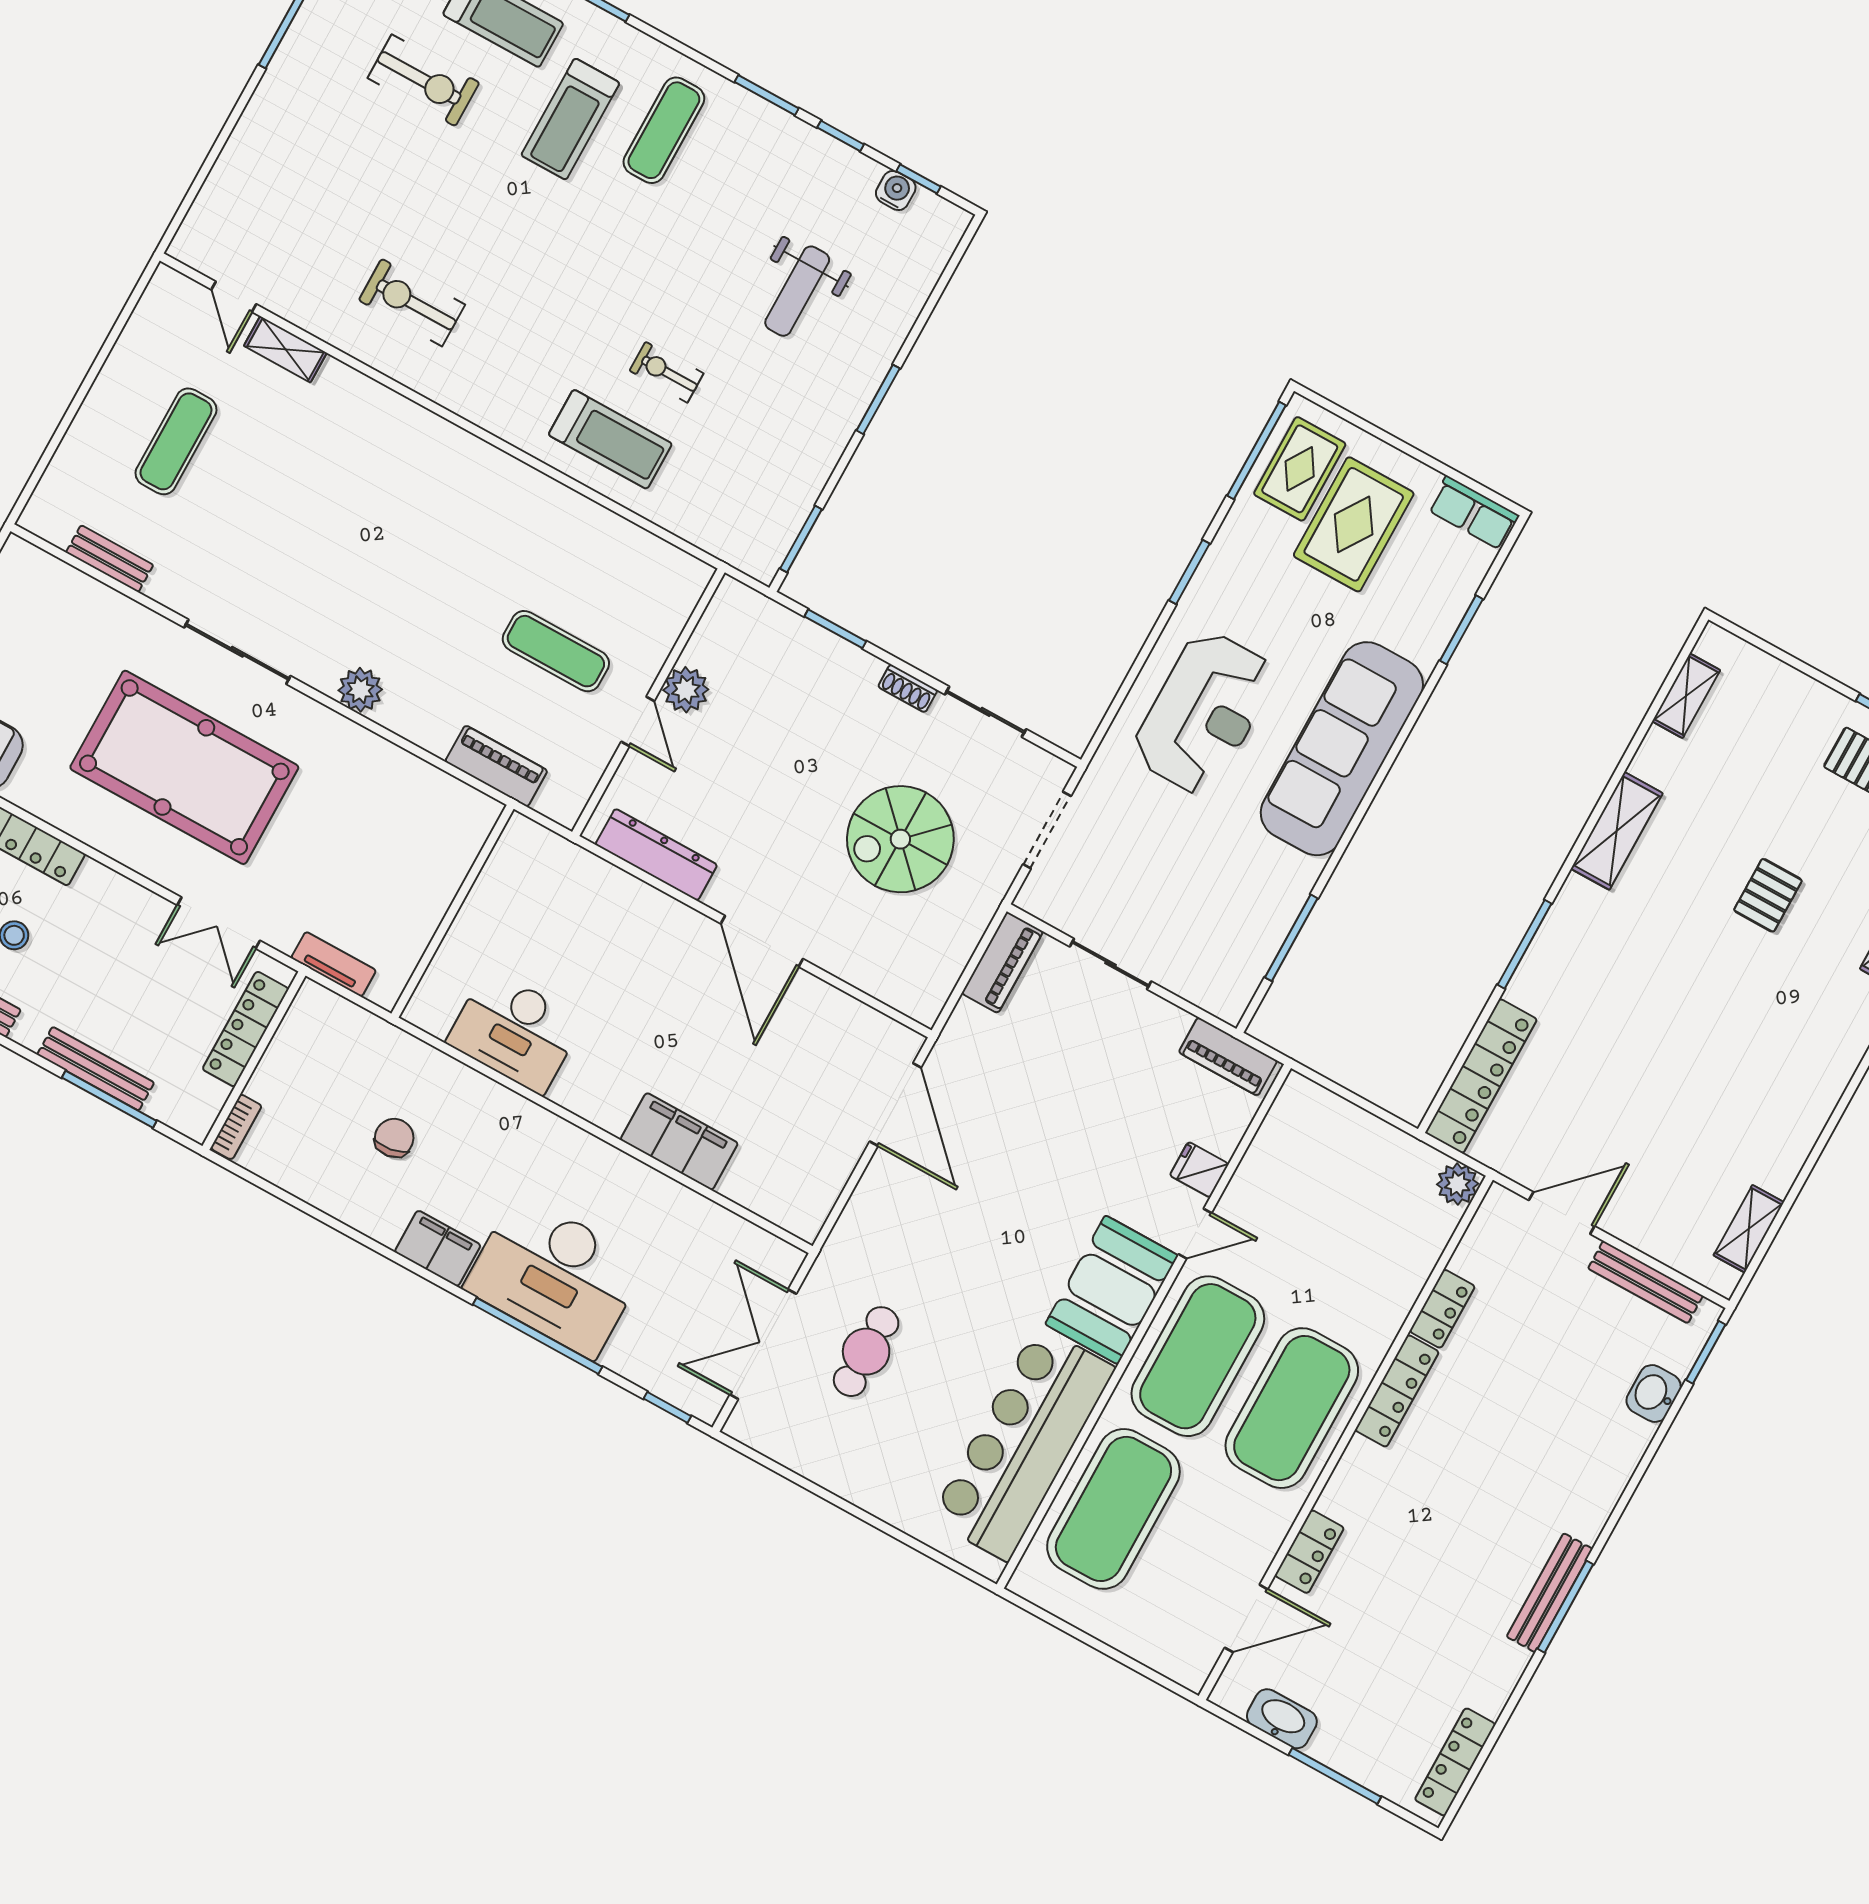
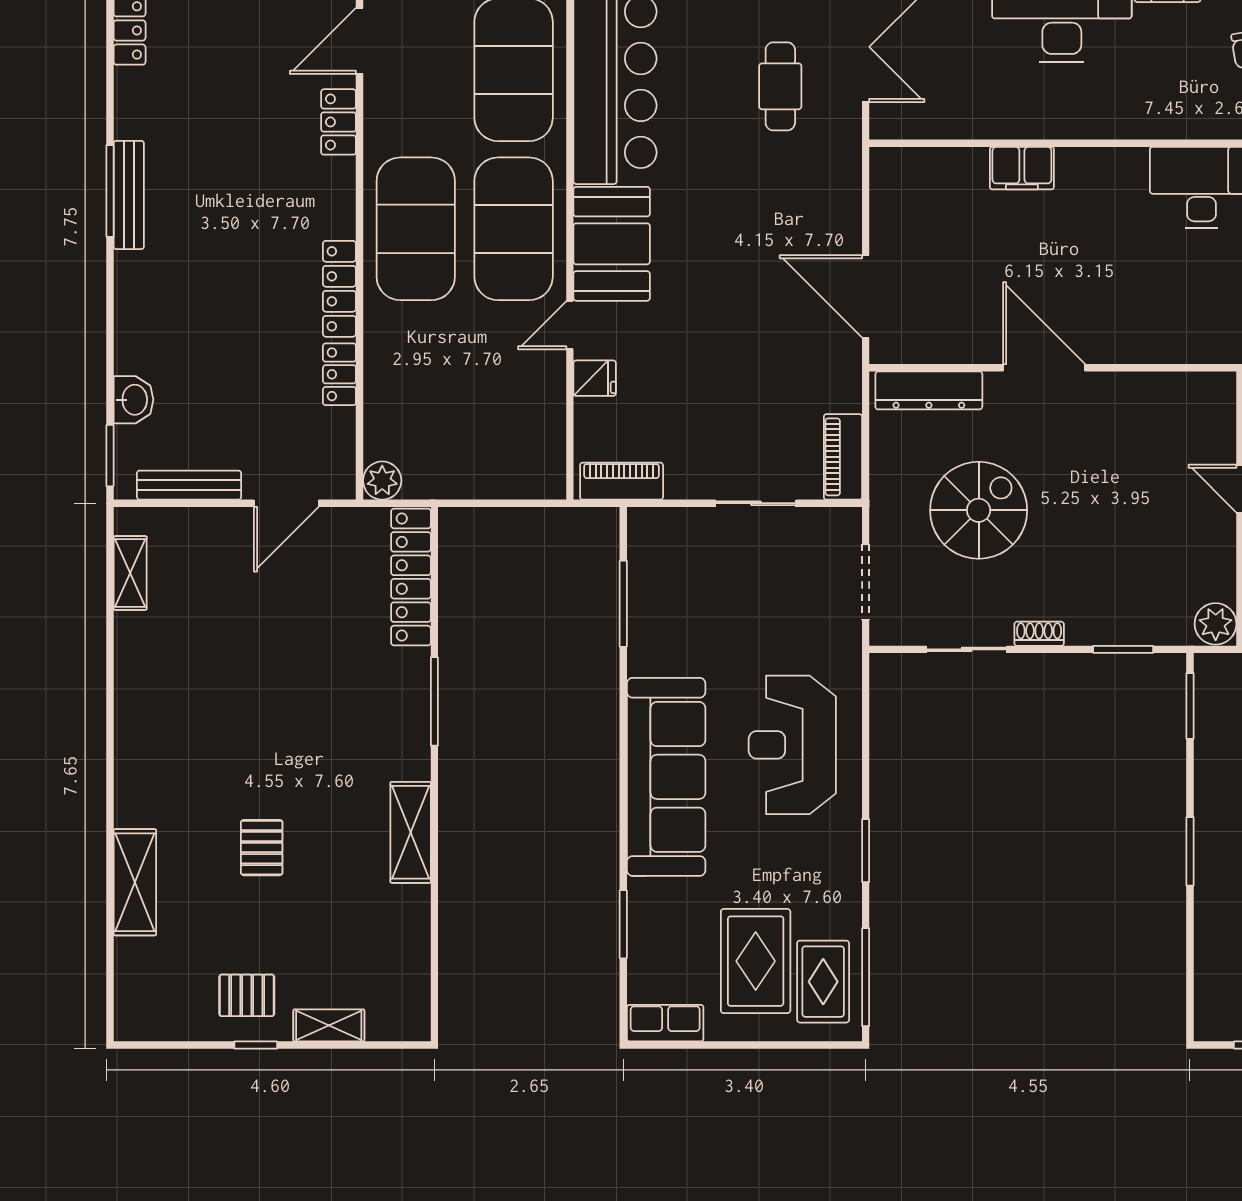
plant: (686, 690) -> (1216, 624), moved
shelving: (1686, 696) -> (329, 1025), moved, turned 90
dresser: (656, 855) -> (929, 390), moved
filing cabinet: (679, 1141) -> (1022, 168), width x0.67, depth x0.86

